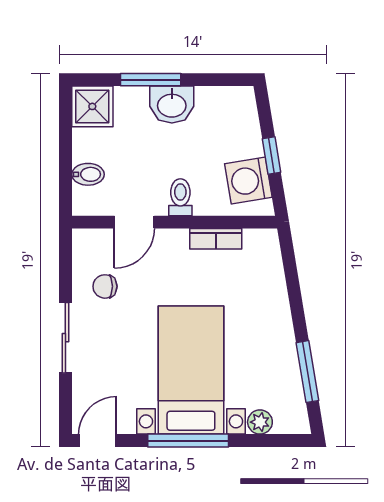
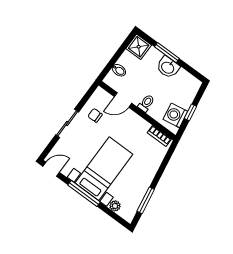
bookcase: (216, 239) -> (159, 136), moved

